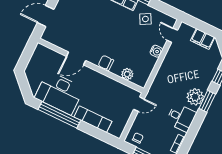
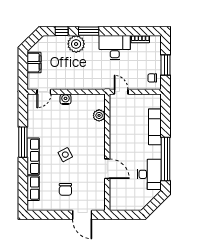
side table: (145, 19) -> (65, 155), moved
chair: (106, 63) -> (65, 189), moved
desk: (59, 93) -> (149, 174), width x0.73, depth x0.77
plant: (195, 97) -> (76, 44), moved
desk: (181, 118) -> (115, 48), width x1.37

